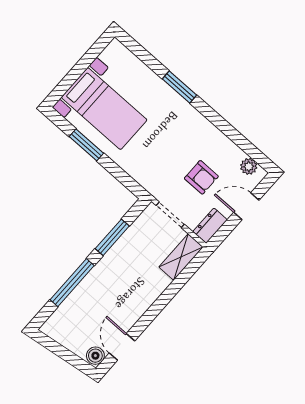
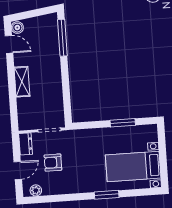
bed with nightstands: (104, 109) -> (133, 167), moved
window: (112, 237) -> (66, 91), removed
shelving: (181, 257) -> (22, 82), moved
window: (72, 283) -> (62, 38), moved

